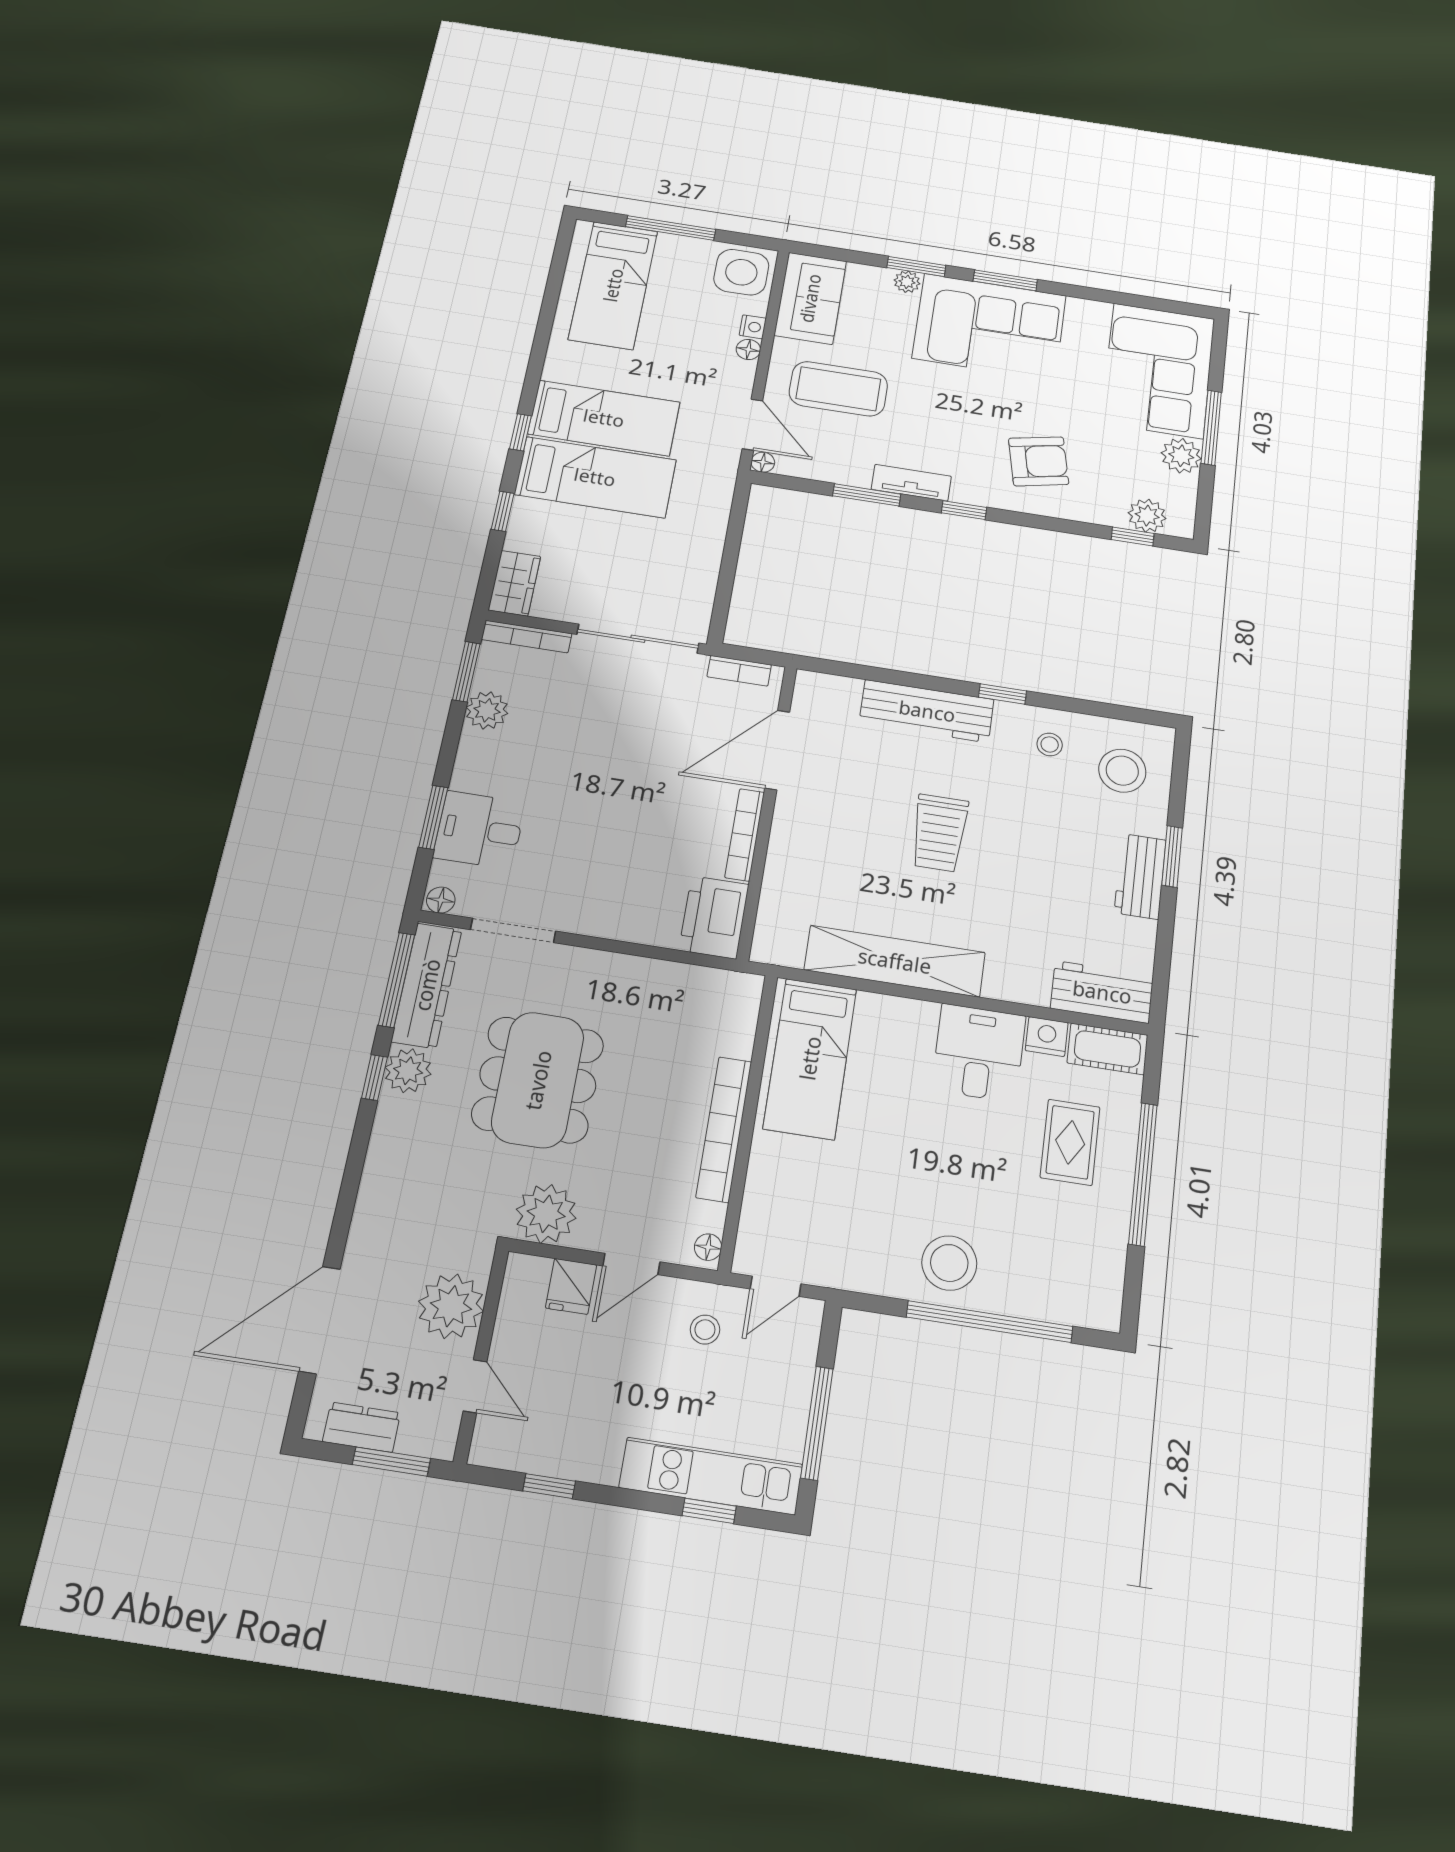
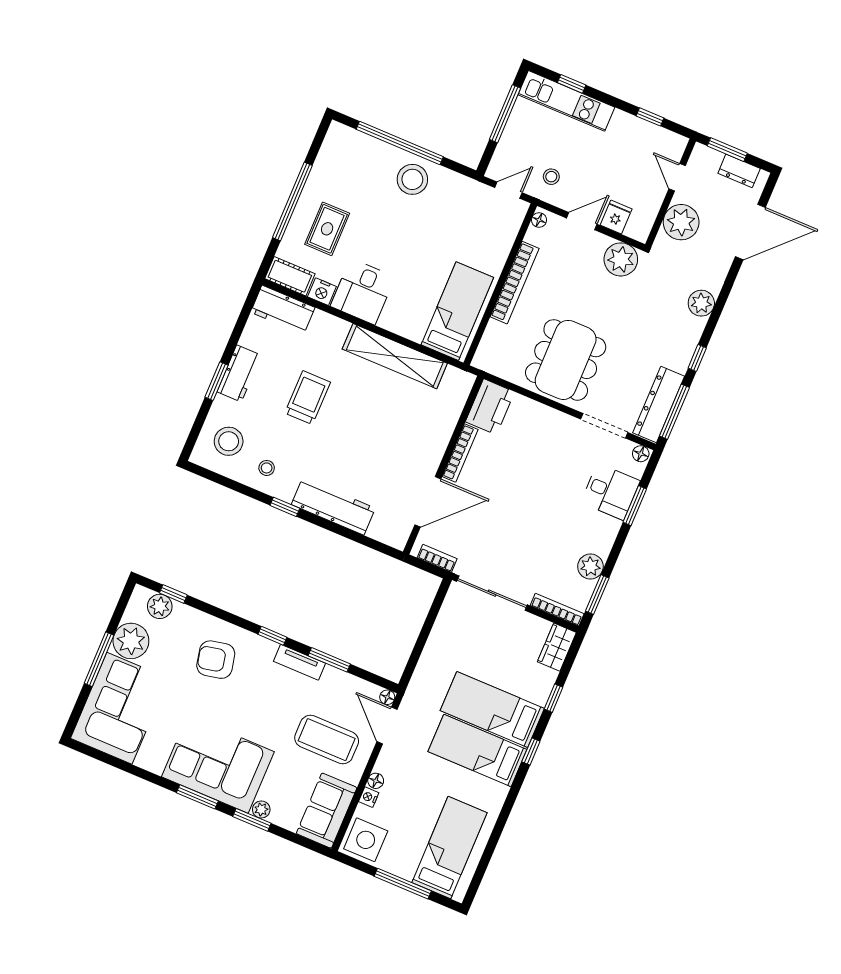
plant: (1181, 456) -> (131, 641), width x1.36, depth x1.36
trolley: (939, 833) -> (308, 398), moved
plant: (408, 1071) -> (701, 303), moved
dining table: (538, 1080) -> (566, 360), moved

